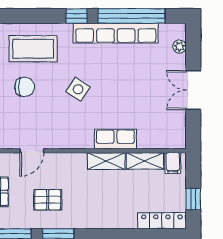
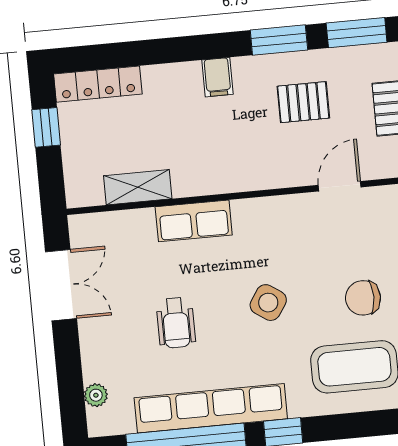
wheelchair: (131, 83) -> (176, 323), added
double door: (193, 90) -> (61, 285), moved
shelving: (106, 161) -> (206, 181), removed
filing cabinet: (173, 163) -> (217, 77), moved, turned 180

